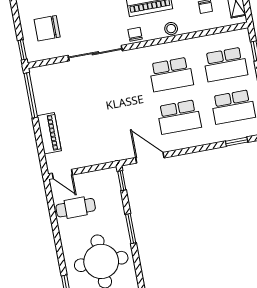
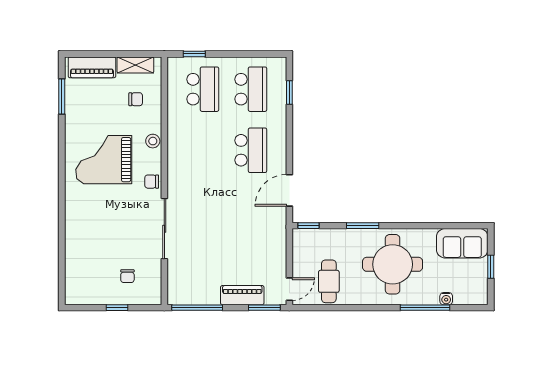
chair: (47, 28) -> (127, 276), width x0.54, depth x0.54
window: (22, 50) -> (117, 308), moved
school desk: (171, 74) -> (203, 150), removed
window: (42, 155) -> (264, 308), added

